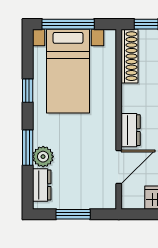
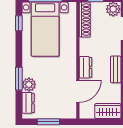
window: (28, 91) -> (19, 23), moved

